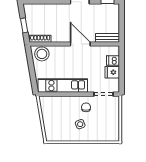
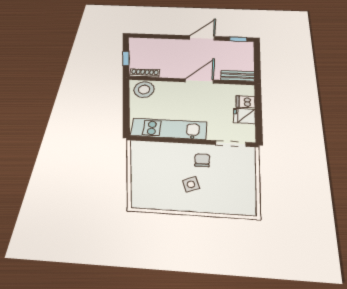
door: (80, 44) -> (199, 81), hinge flipped

